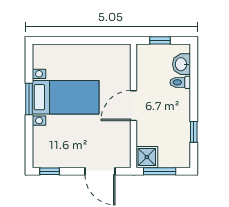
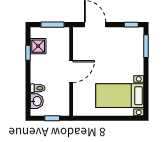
bed with nightstands: (66, 97) -> (120, 96), moved
window: (29, 99) -> (146, 46), moved
shower: (147, 157) -> (38, 46), moved

